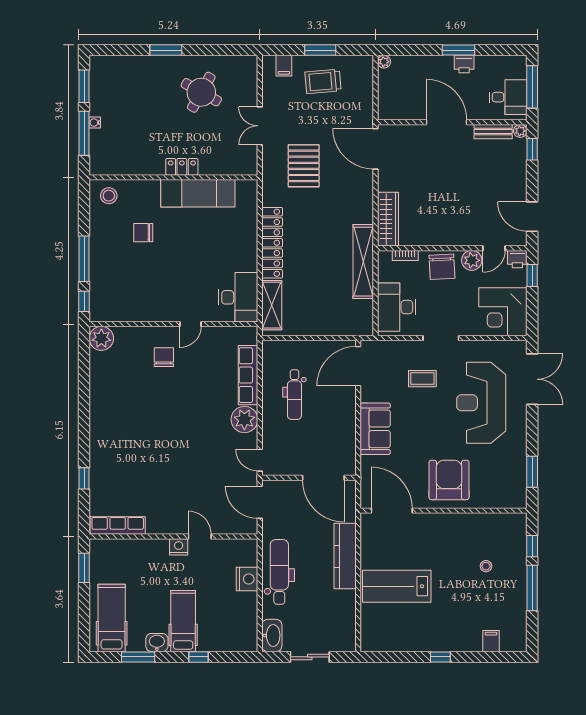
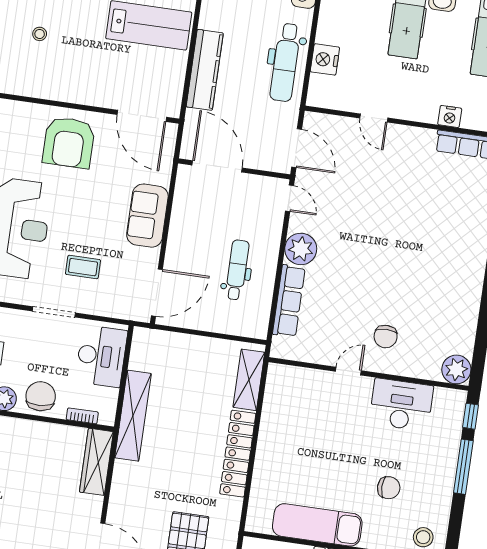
desk: (238, 297) -> (401, 405), moved, turned 90
nightstand: (179, 547) -> (450, 116), moved

